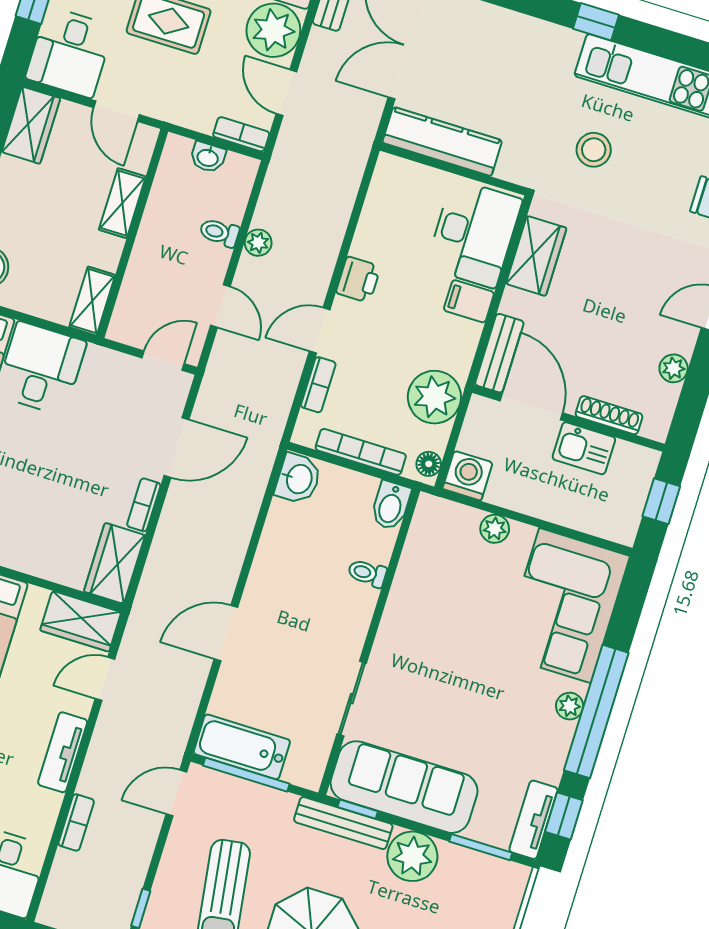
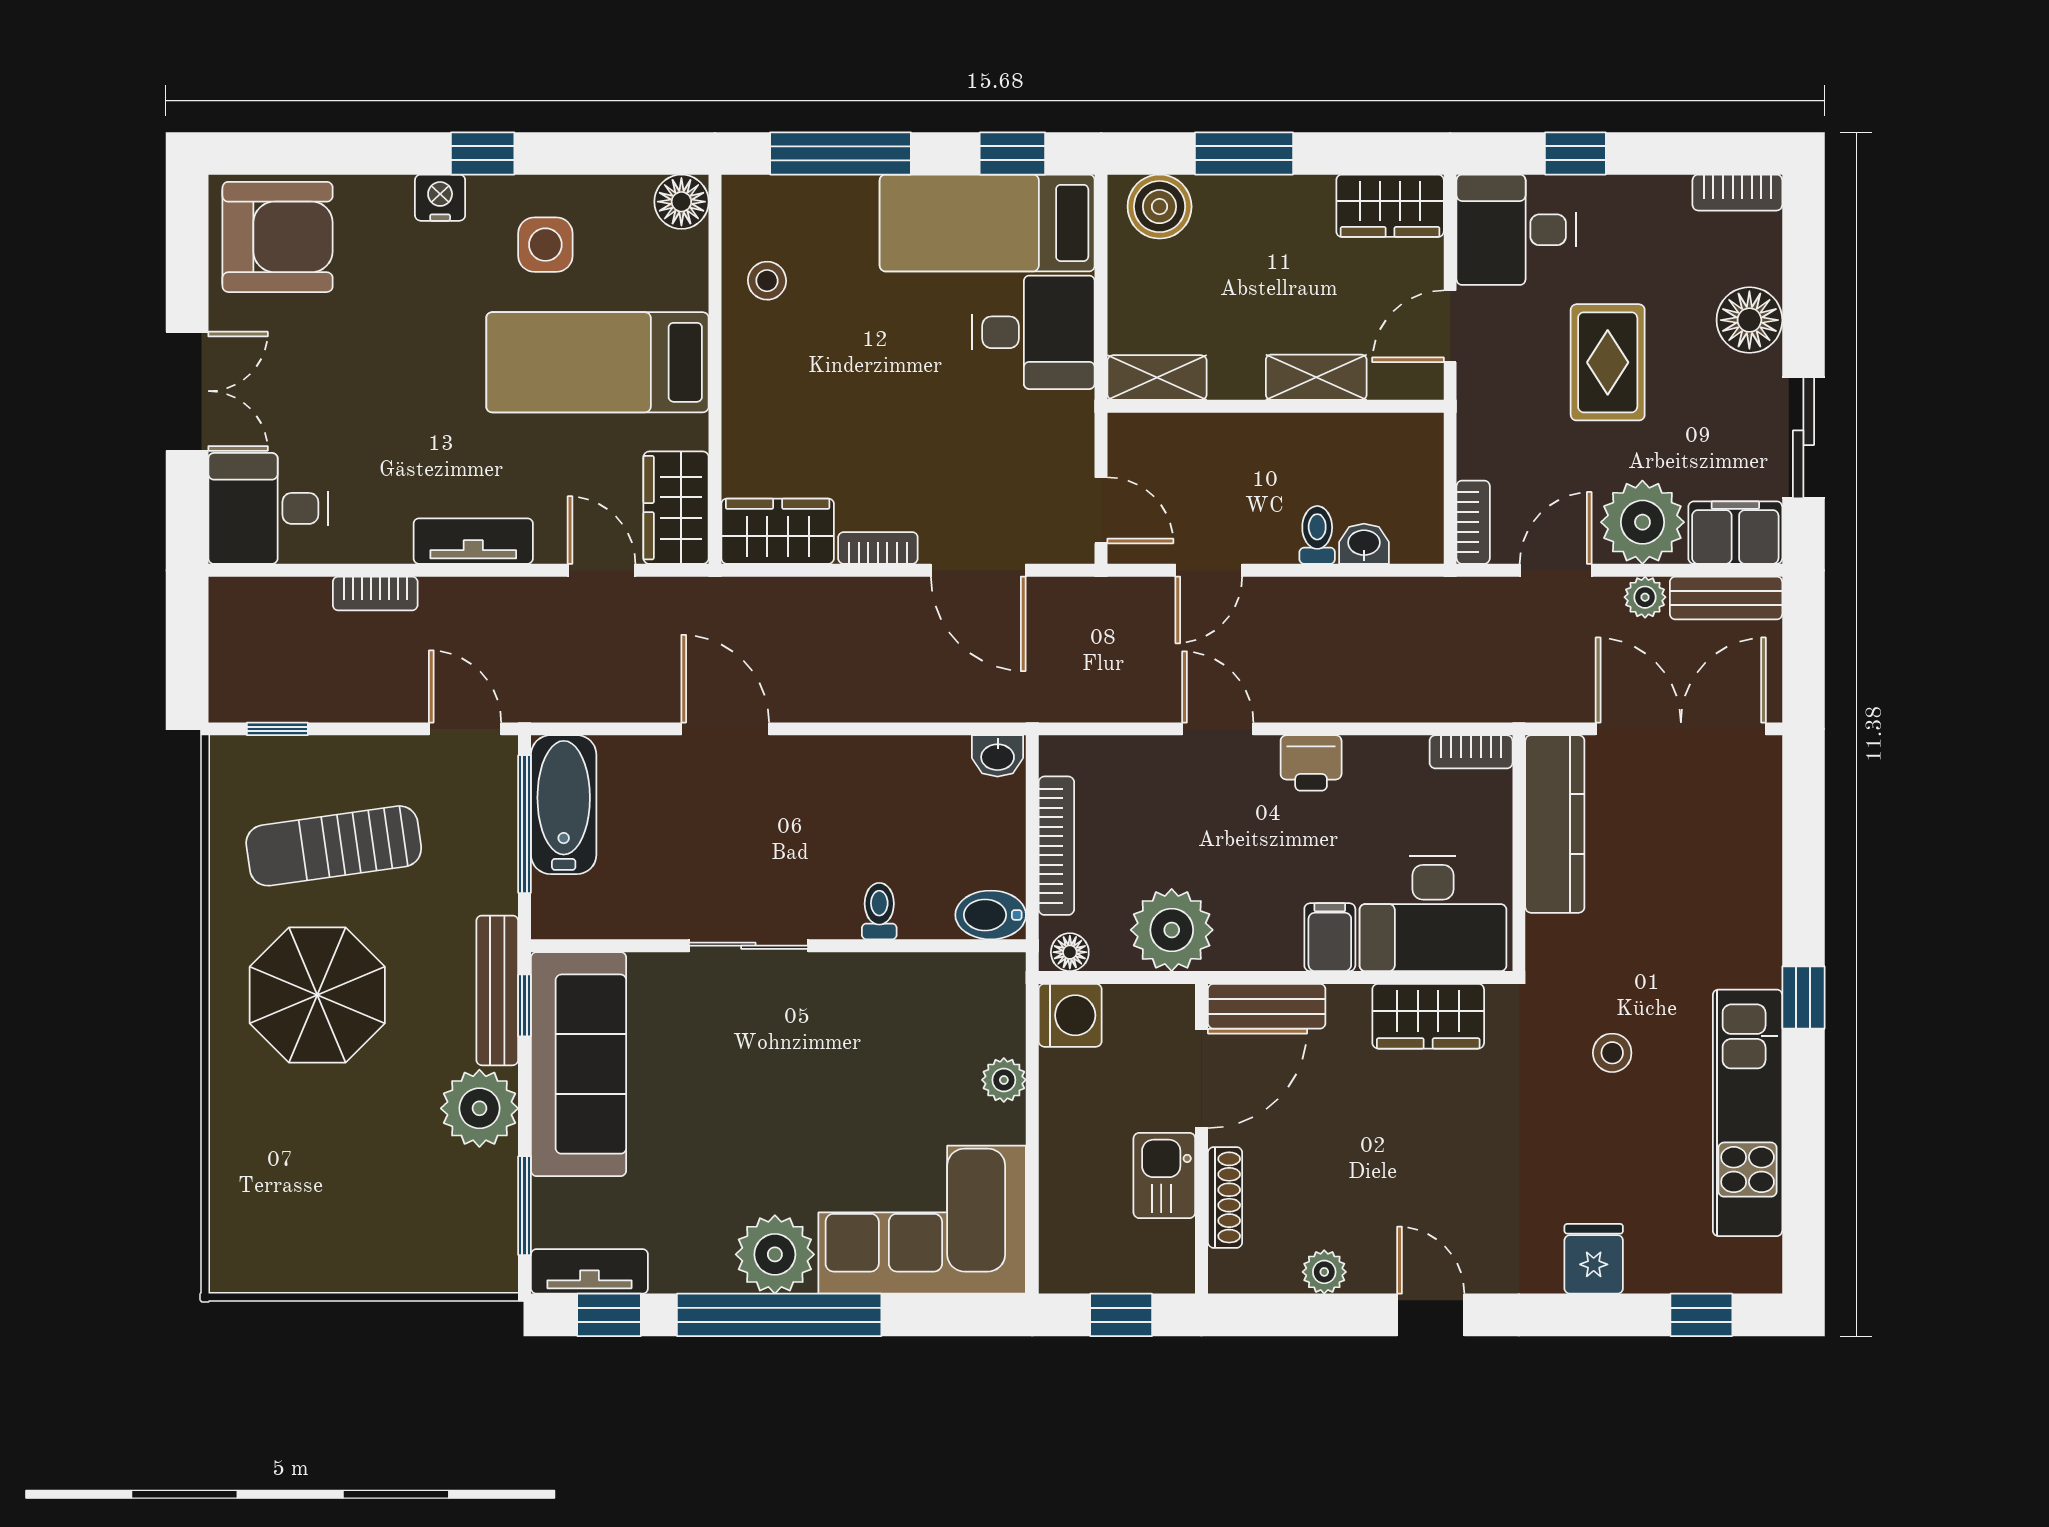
stool: (594, 150) -> (1612, 1053), width x0.73, depth x0.73
washbasin: (208, 157) -> (1364, 544), moved, turned 90
plant: (258, 243) -> (1645, 597), moved
bookcase: (318, 385) -> (1471, 752), moved
washbasin: (298, 479) -> (998, 756), width x0.72, depth x0.69
sliding door: (352, 699) -> (748, 946), moved
plant: (570, 706) -> (775, 1254), width x1.88, depth x1.88

